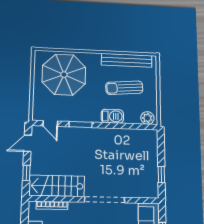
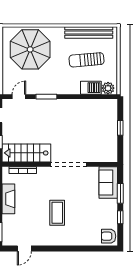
barbecue: (112, 116) -> (91, 88), moved
door: (50, 124) -> (19, 97), swing flipped
window: (161, 175) -> (120, 128), moved

